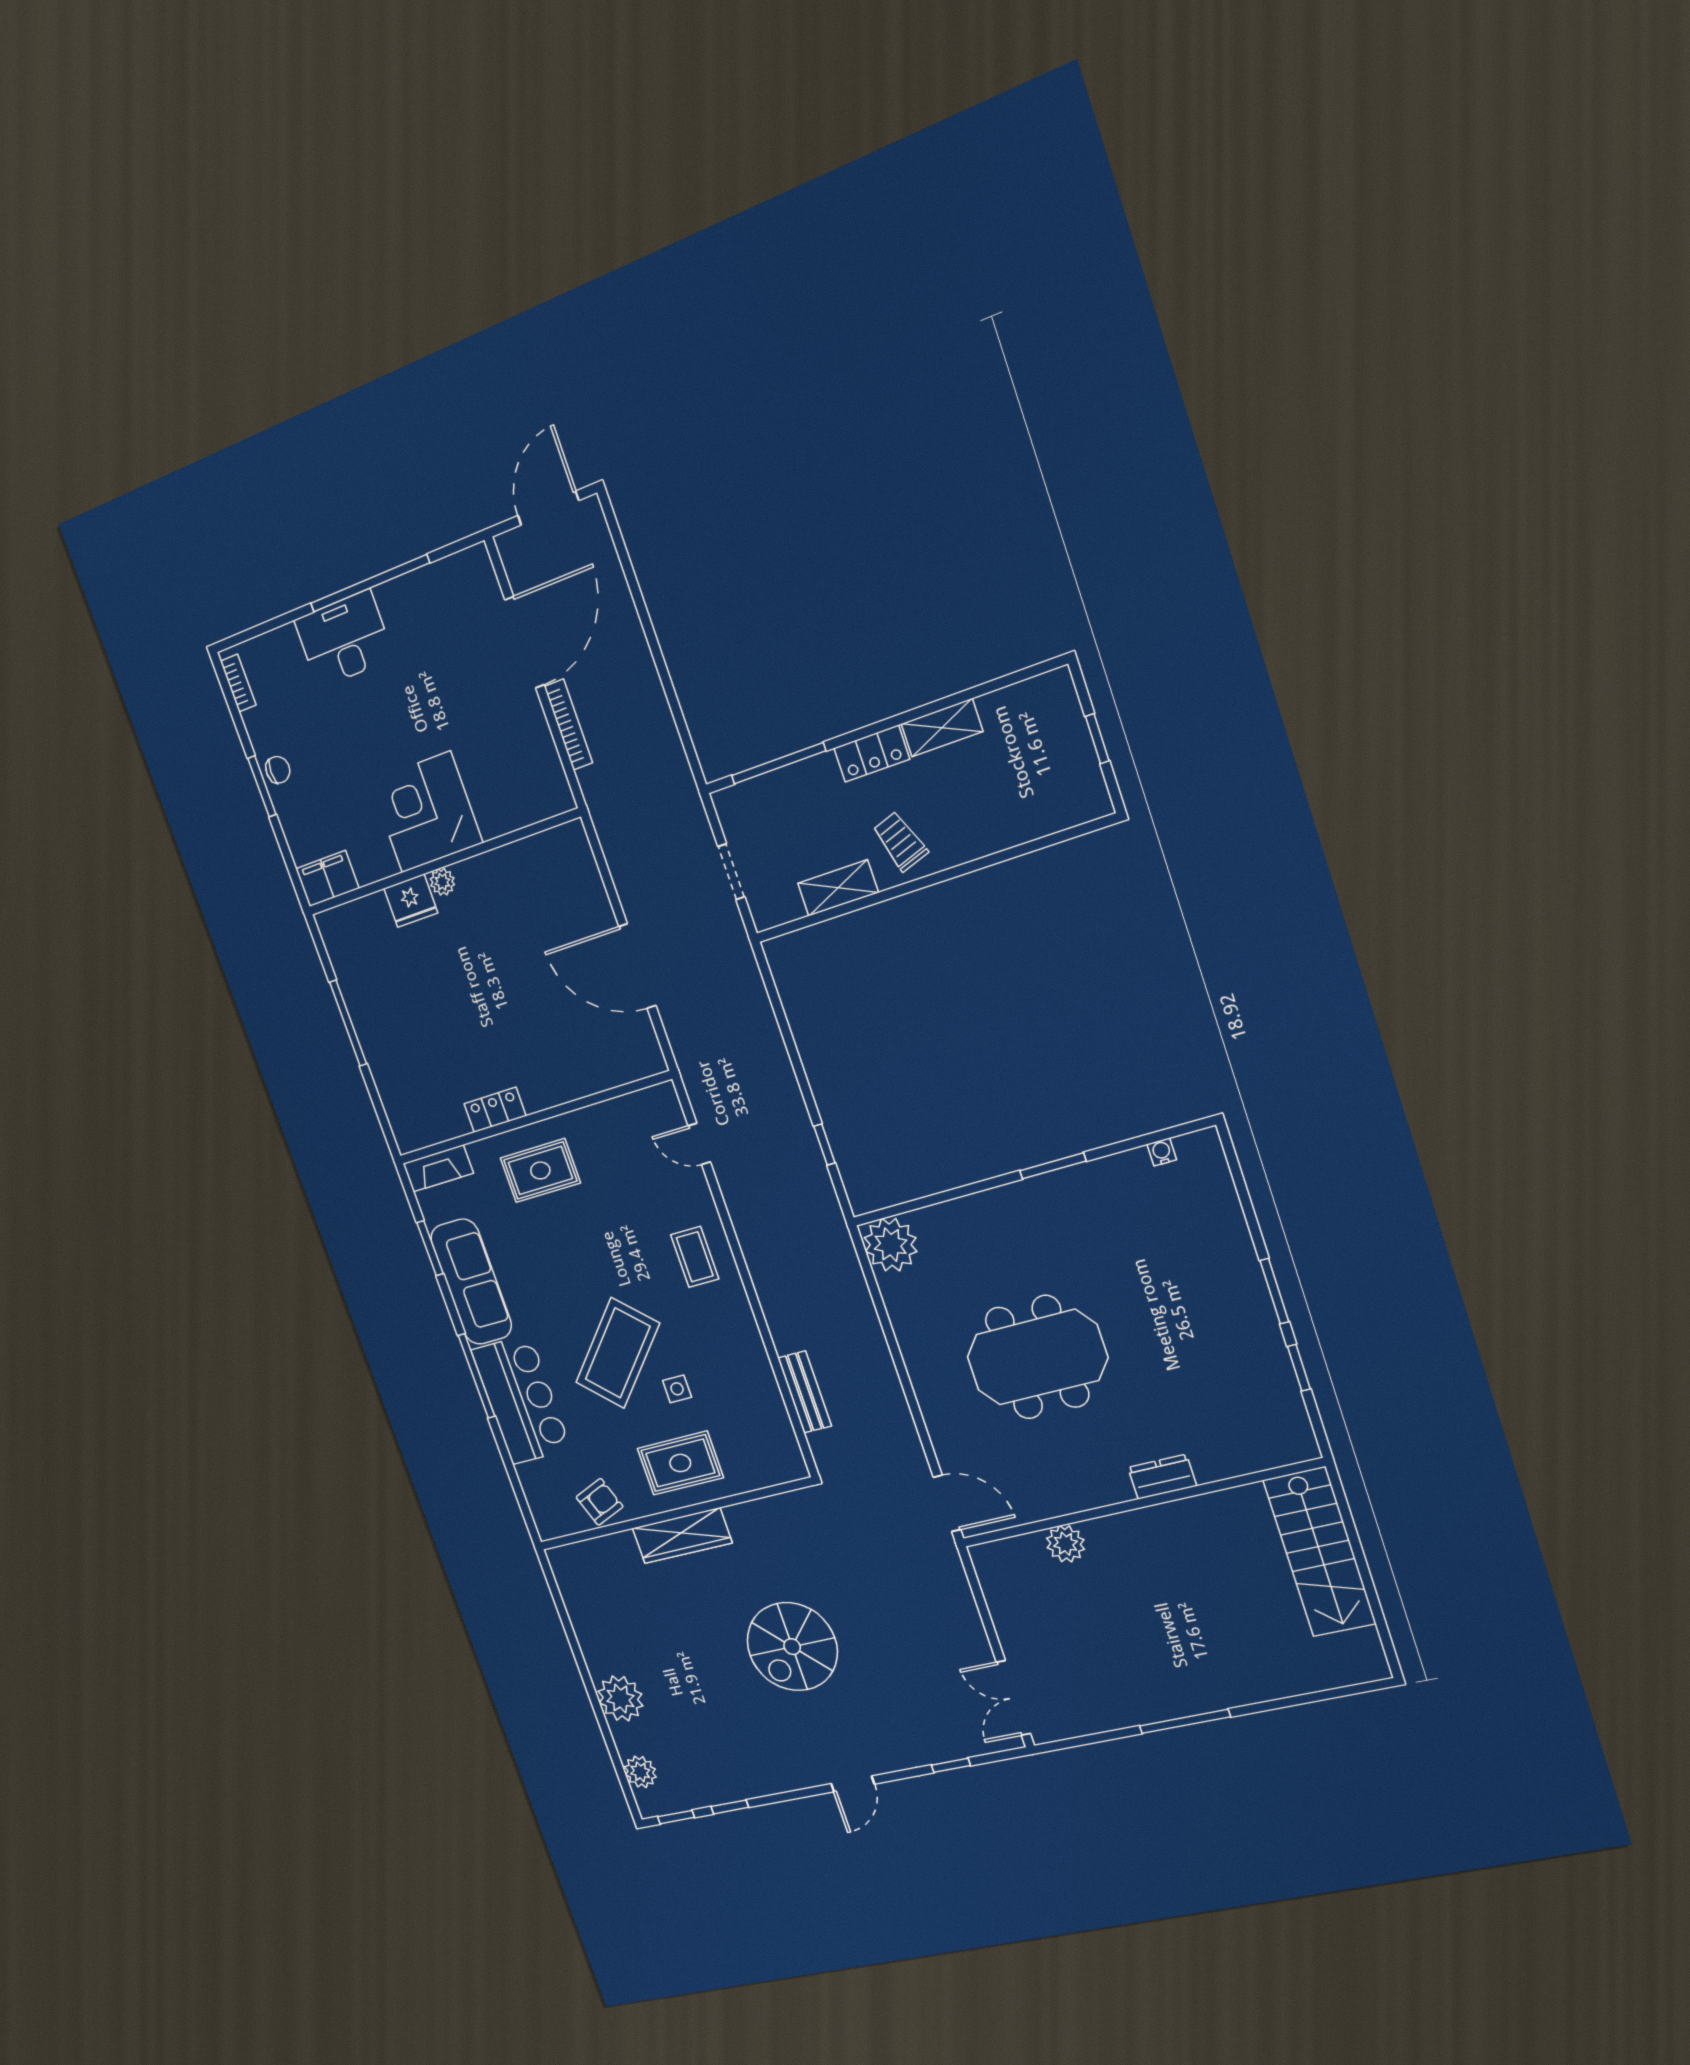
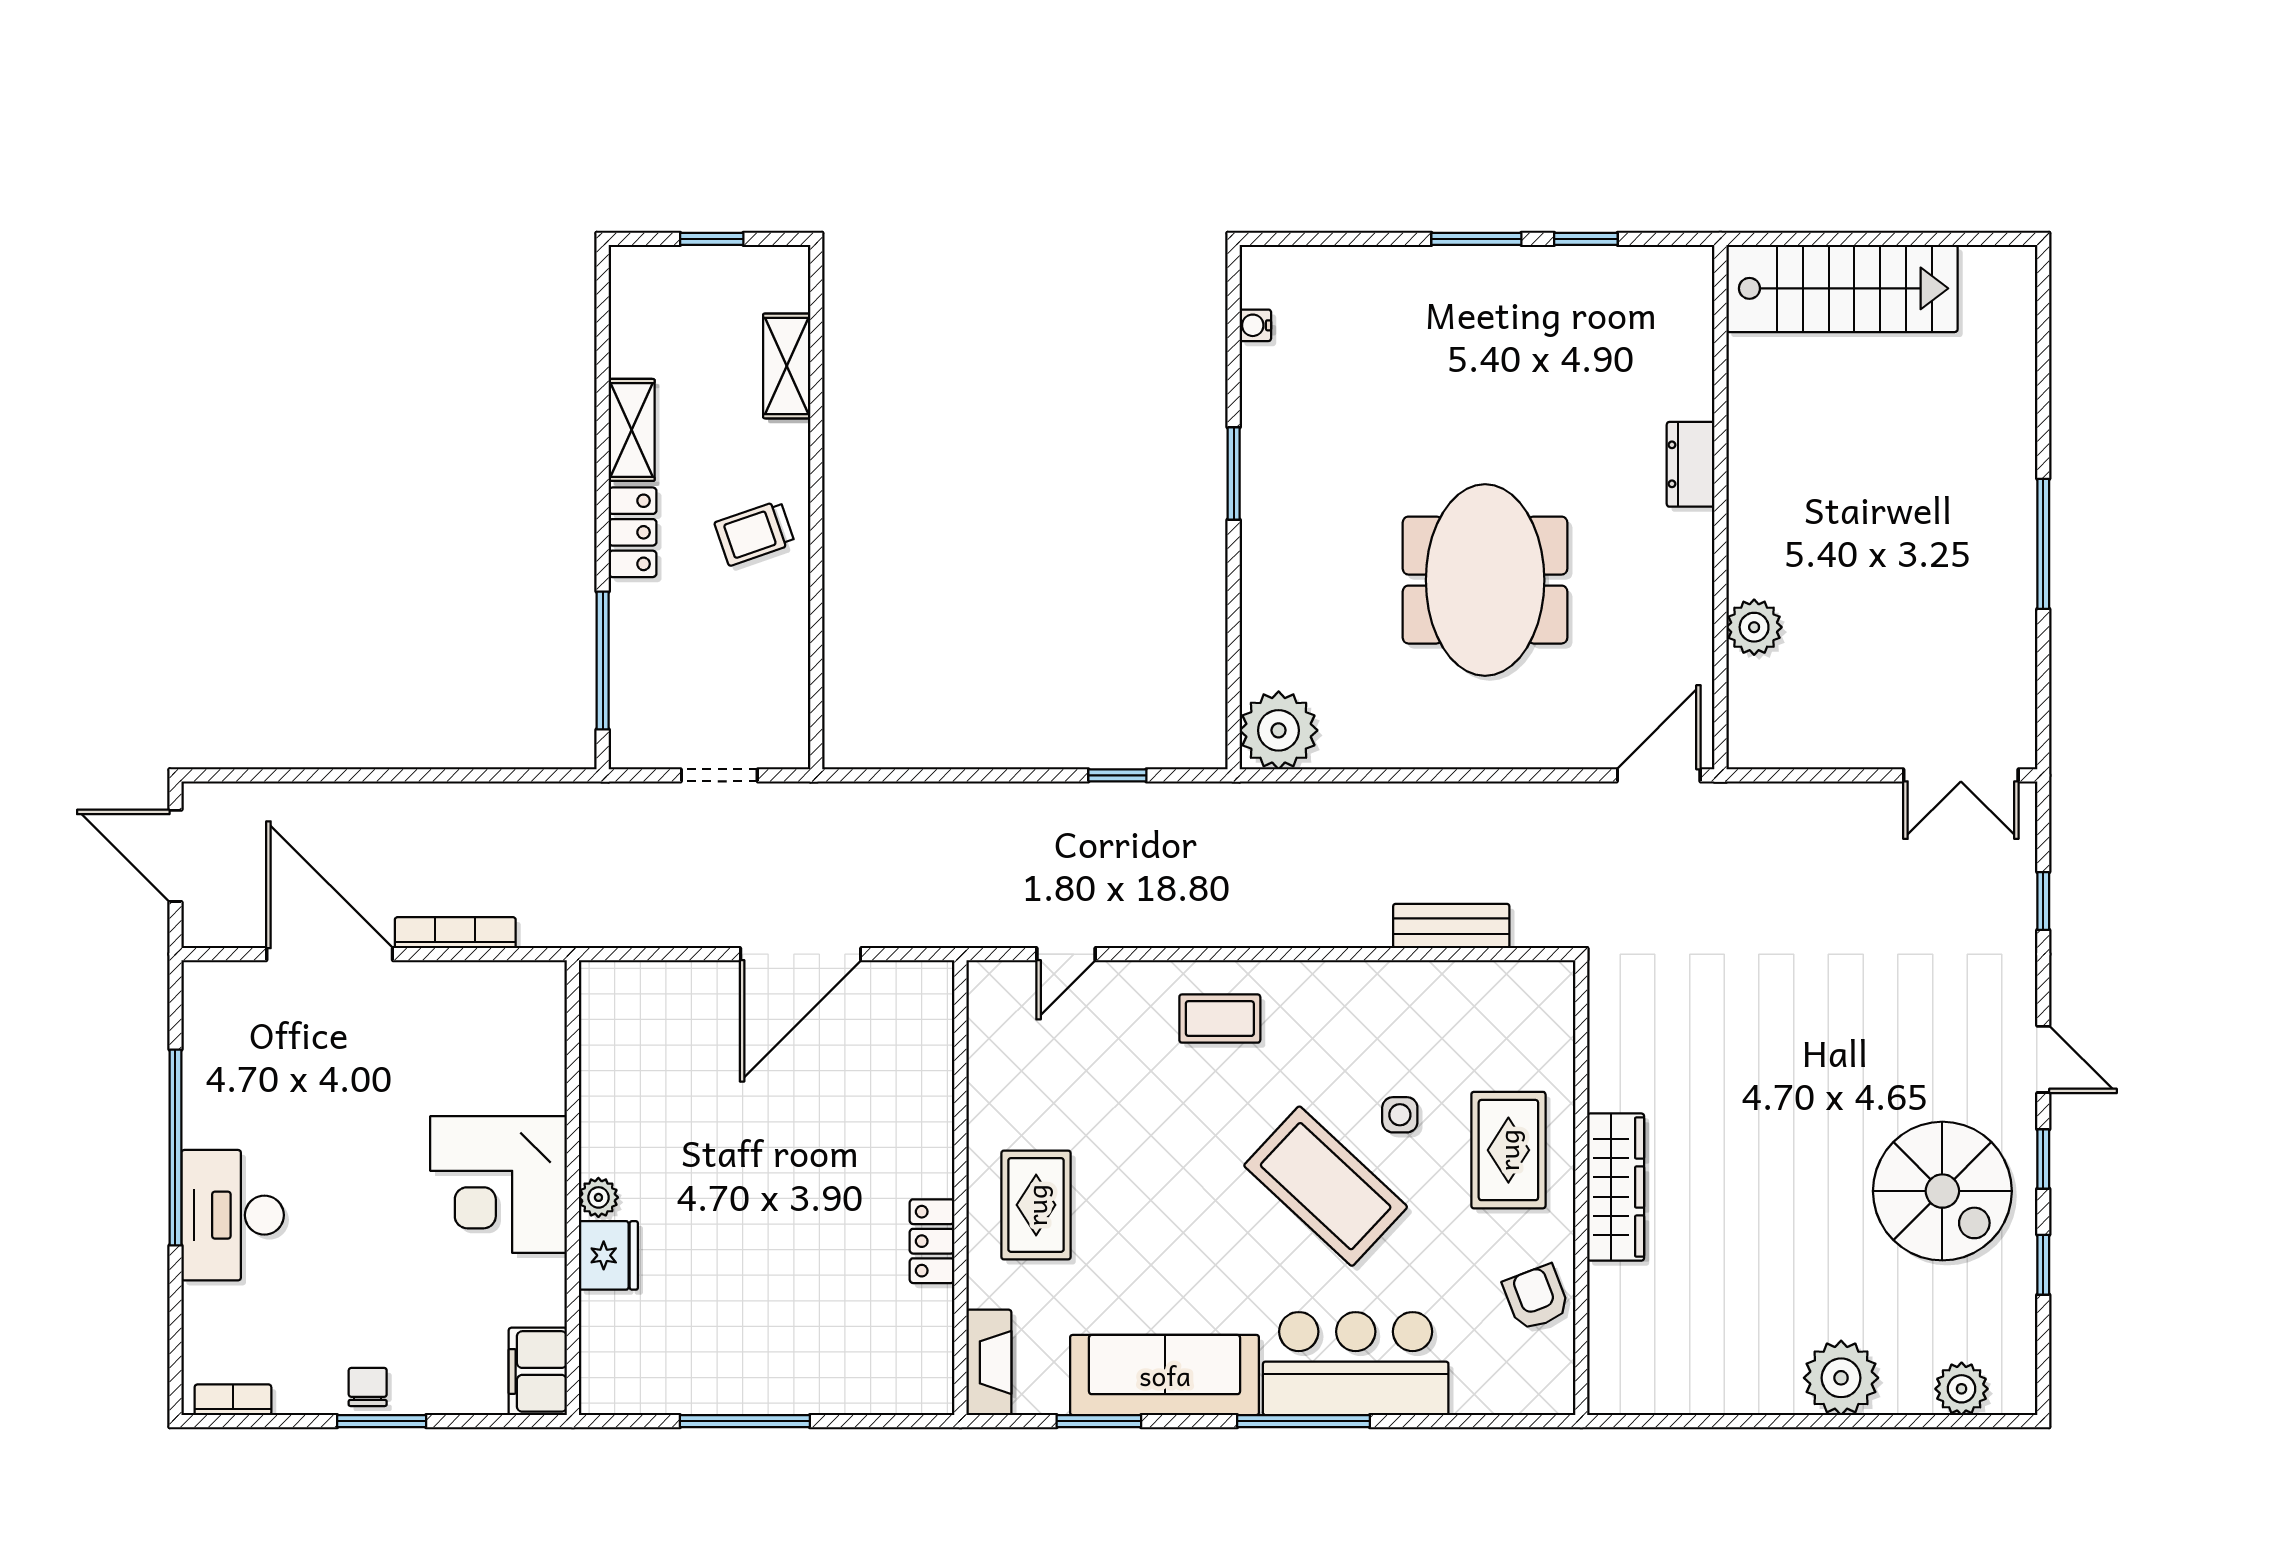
shelving: (838, 888) -> (787, 366), moved
spiral stairs: (792, 1647) -> (1942, 1191), moved
window: (676, 1817) -> (2043, 1159), moved

